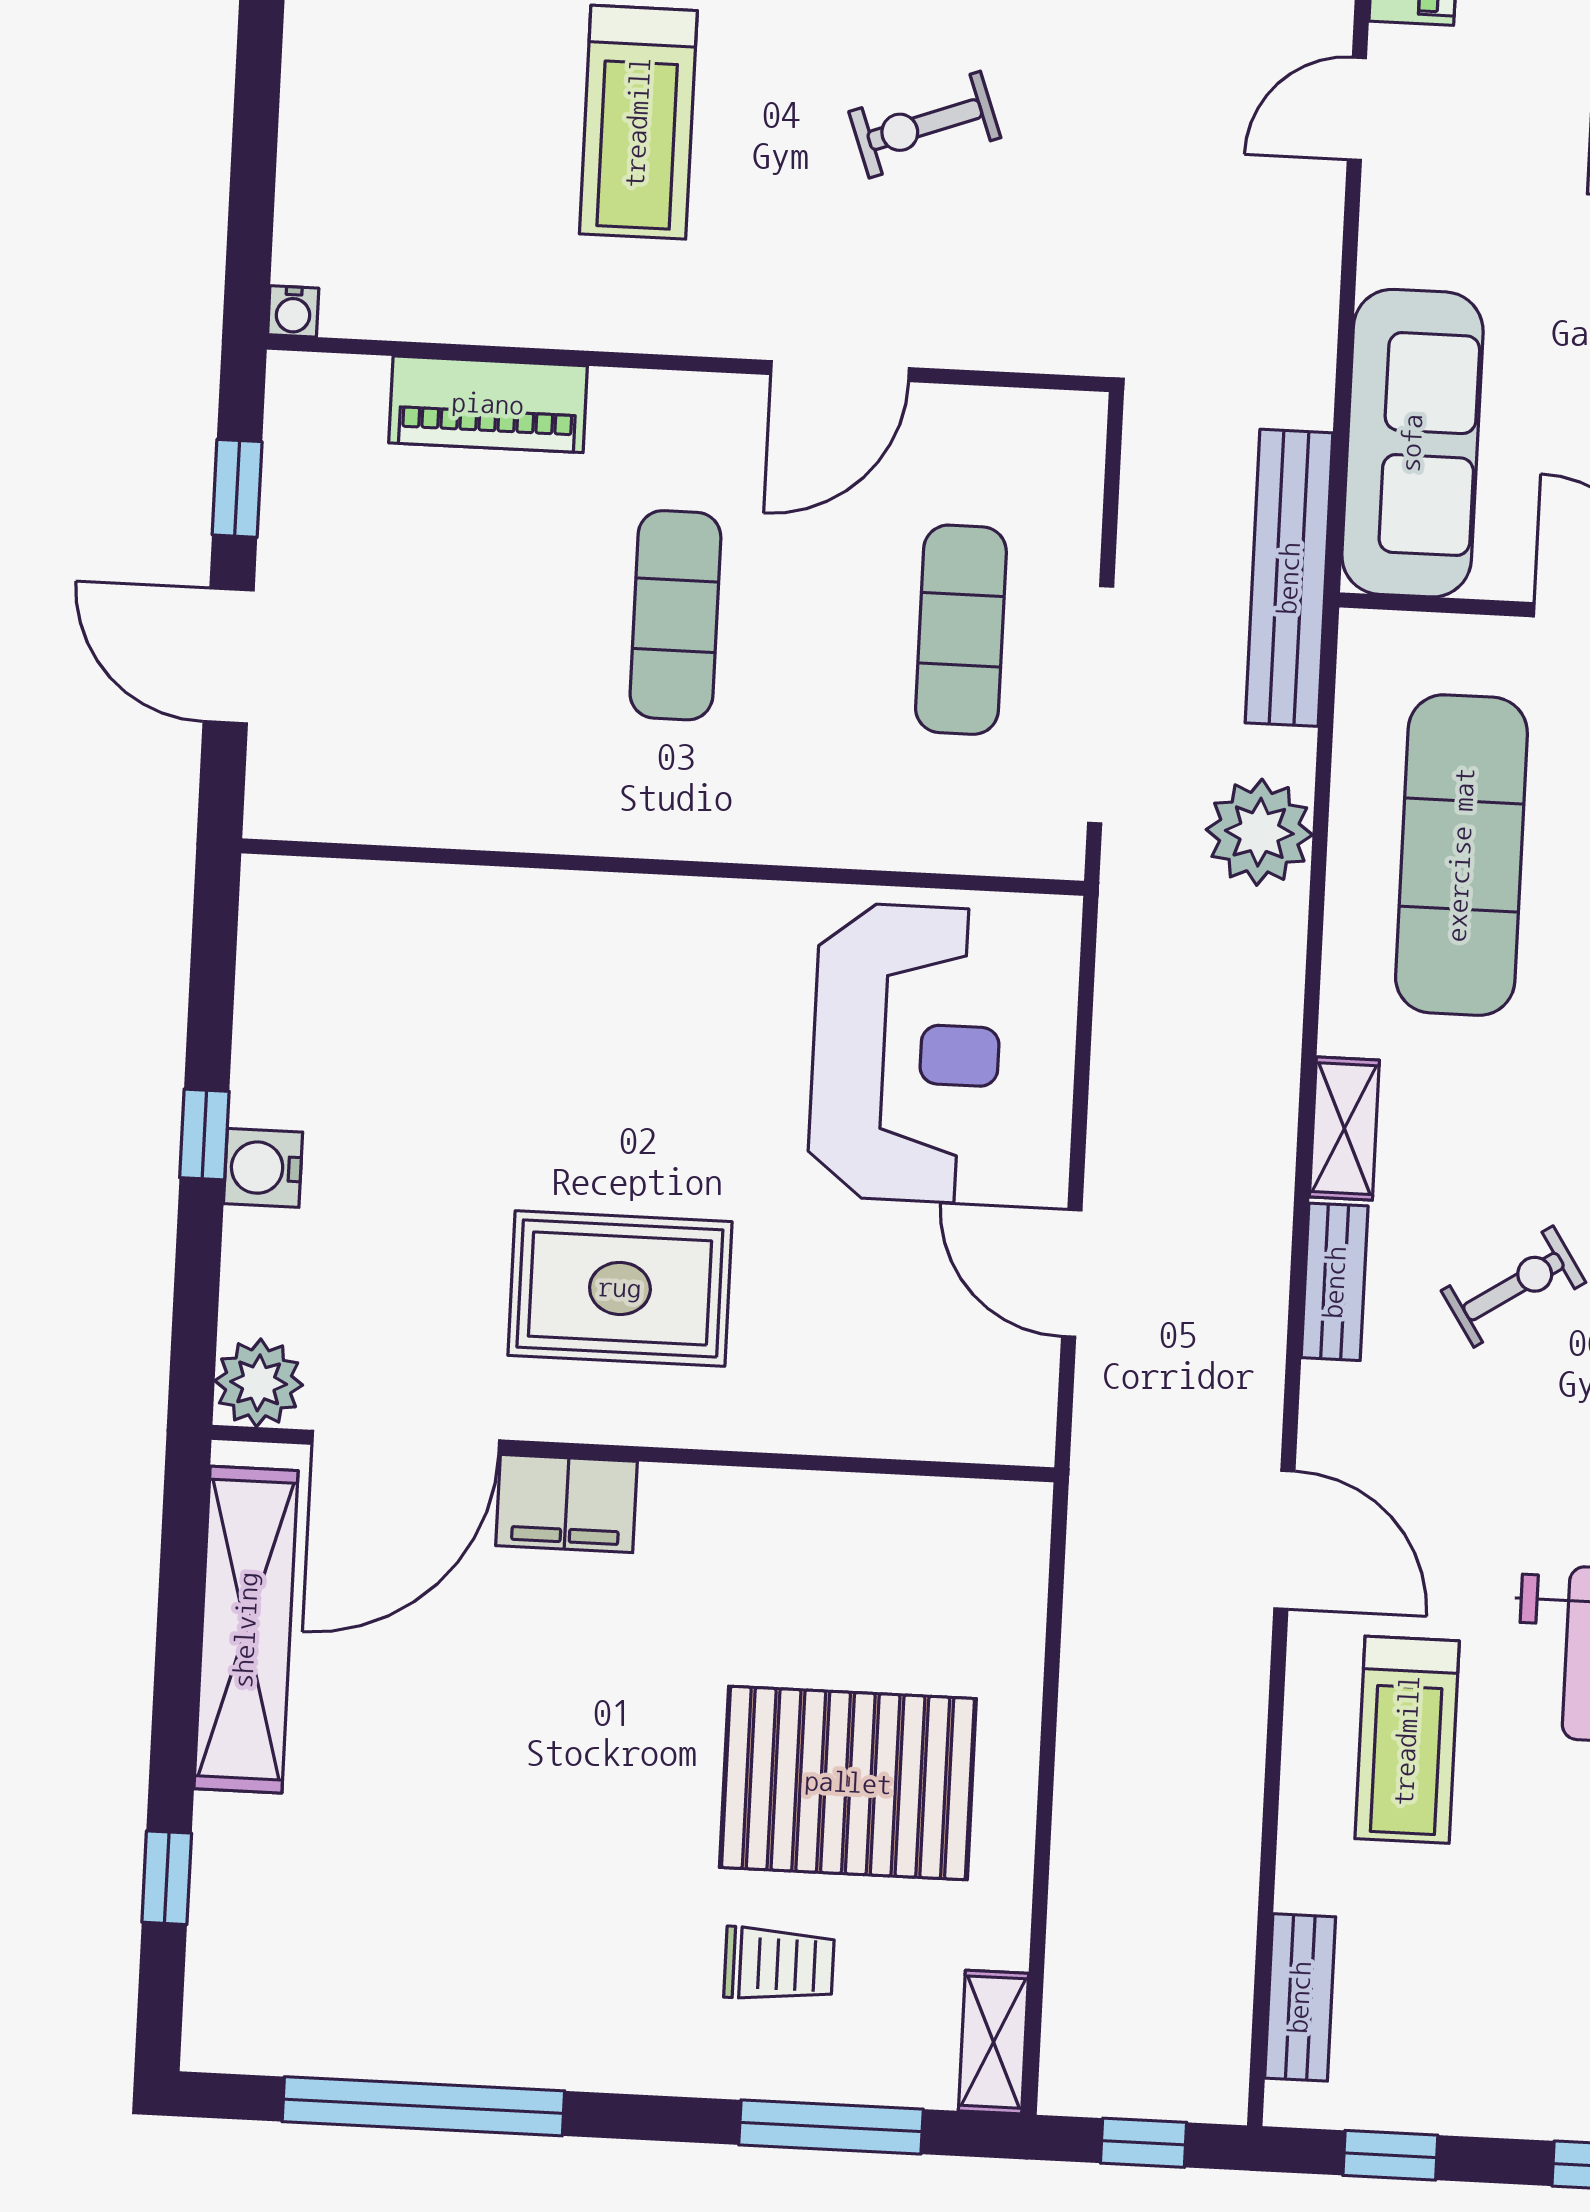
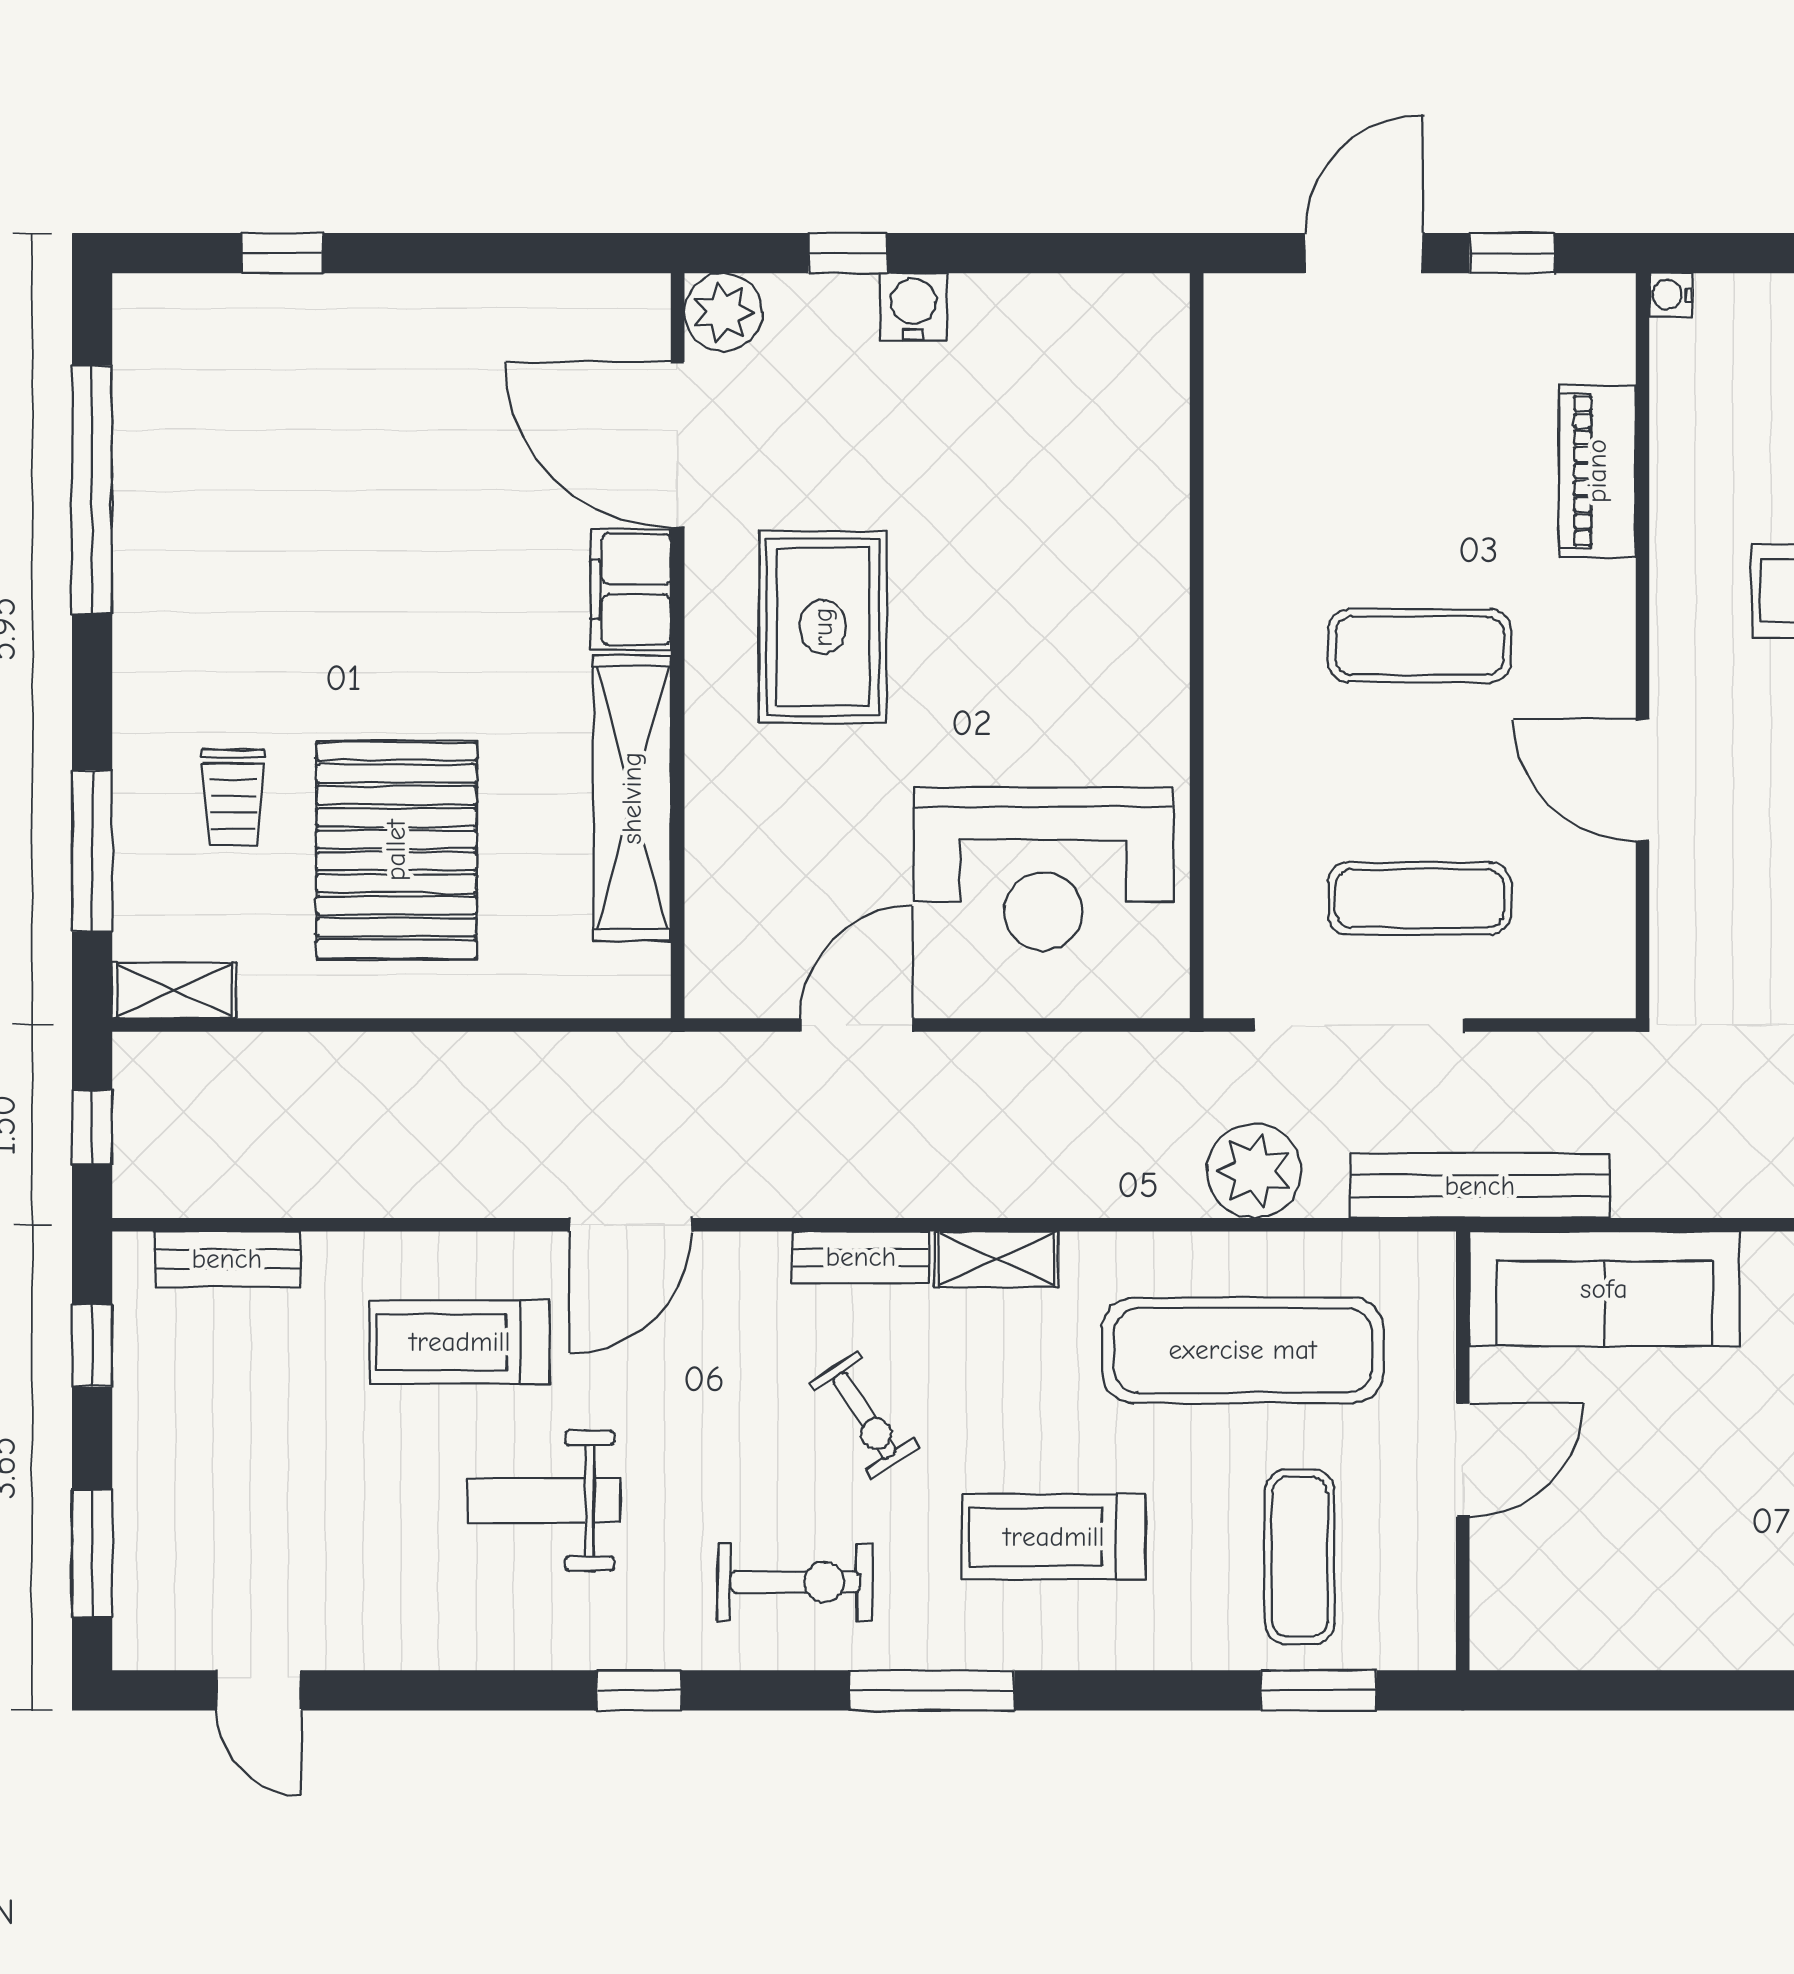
window: (204, 1134) -> (848, 253), moved
shelving: (246, 1630) -> (632, 798), moved, turned 90

